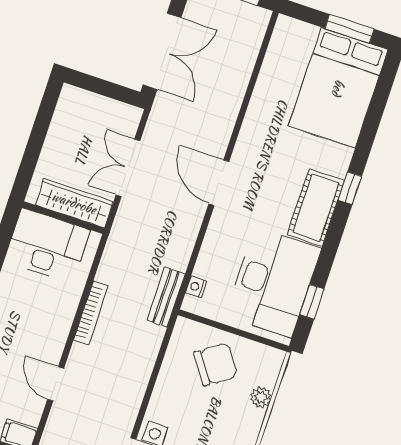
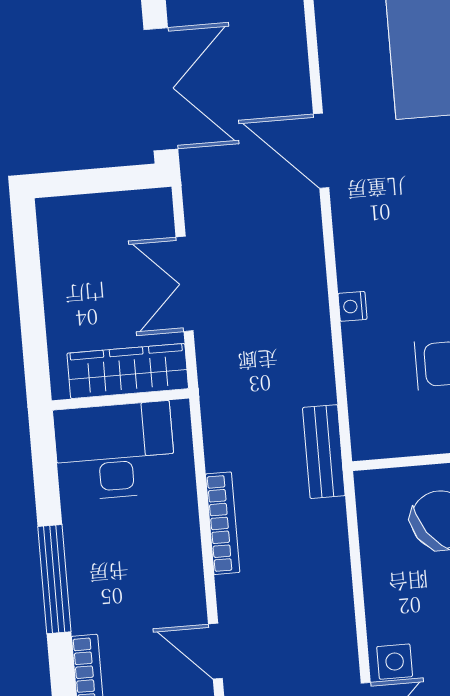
door: (219, 183) -> (321, 151), moved
nightstand: (196, 287) -> (353, 306), moved

